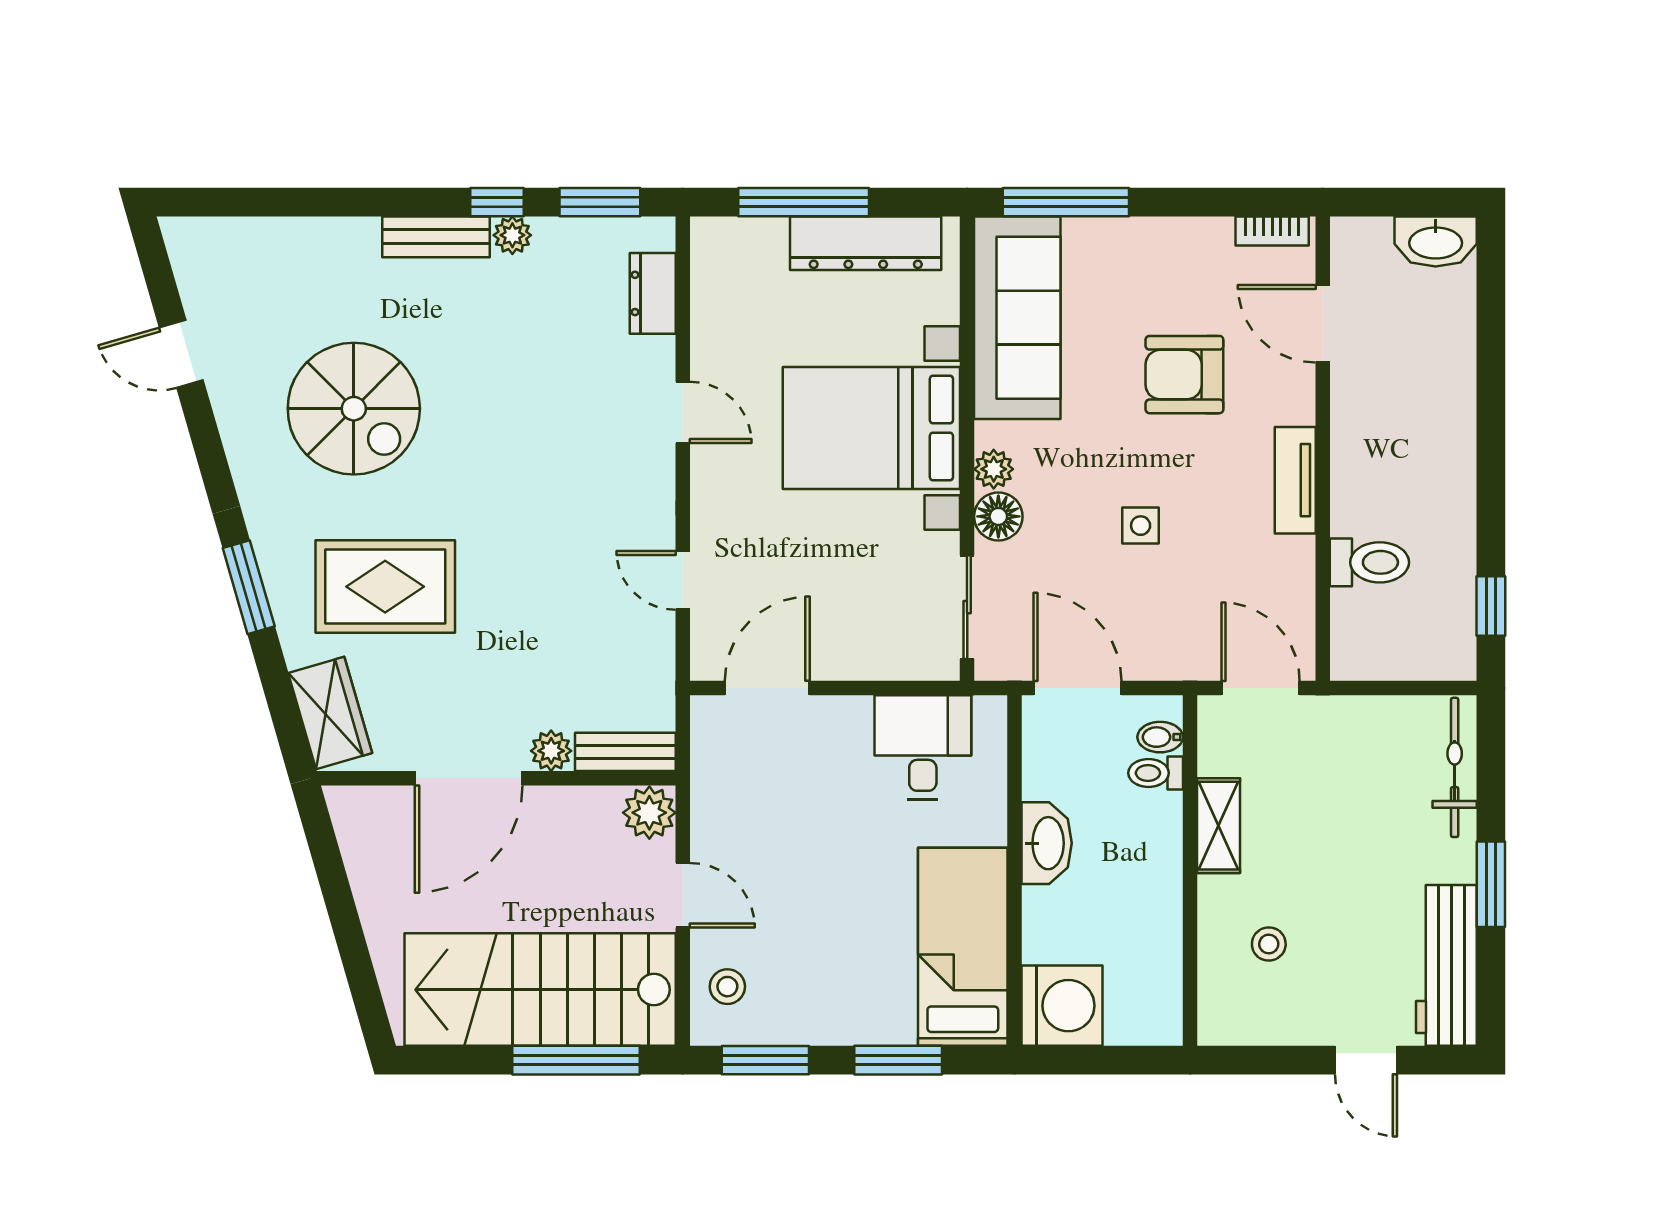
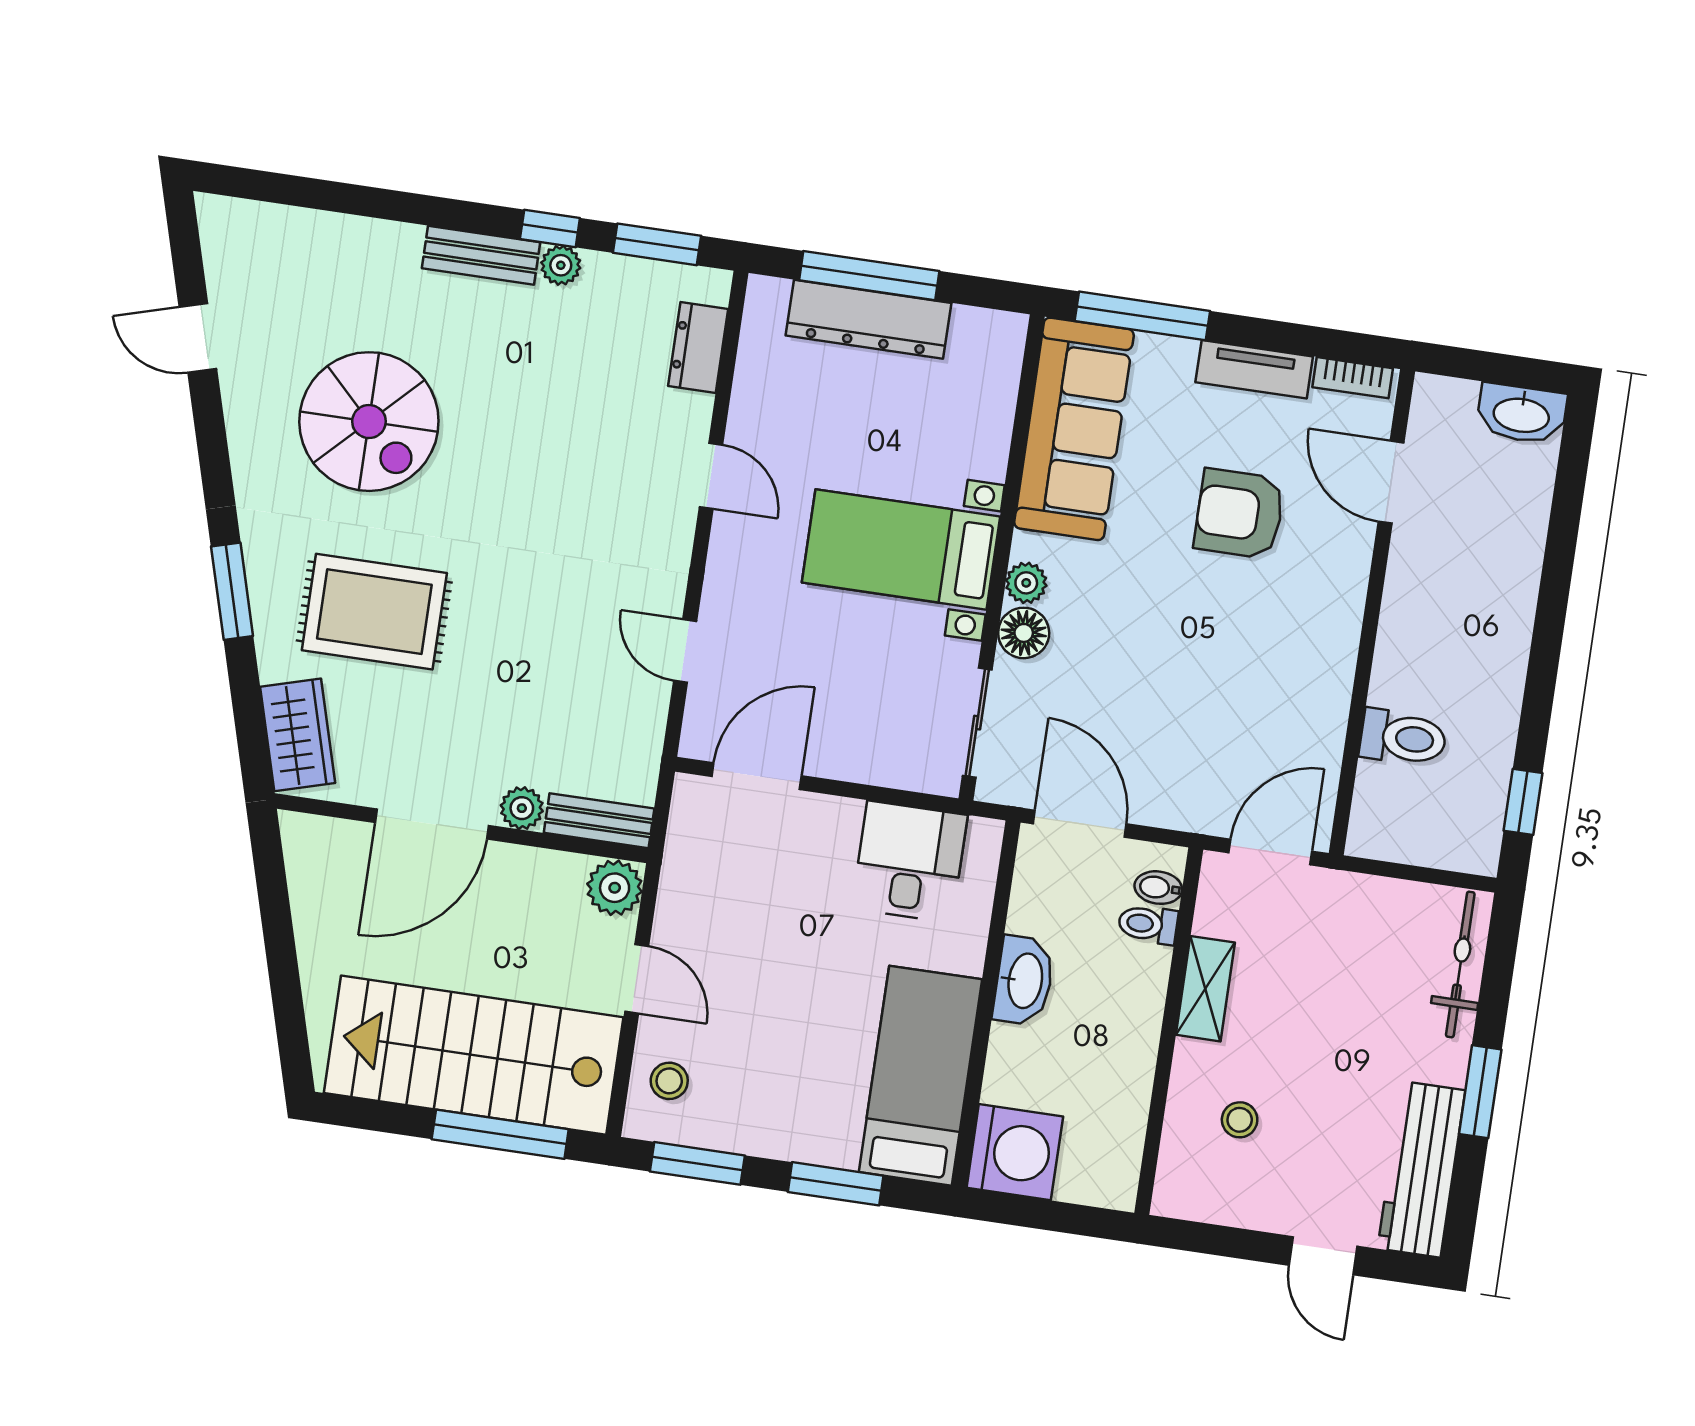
dresser: (866, 243) -> (868, 319), moved
bed with nightstands: (871, 428) -> (901, 549), width x0.73
tv unit: (1295, 480) -> (1254, 369), moved, turned -90
side table: (1141, 526) -> (1170, 664), removed
door: (1261, 688) -> (1270, 852), hinge flipped

